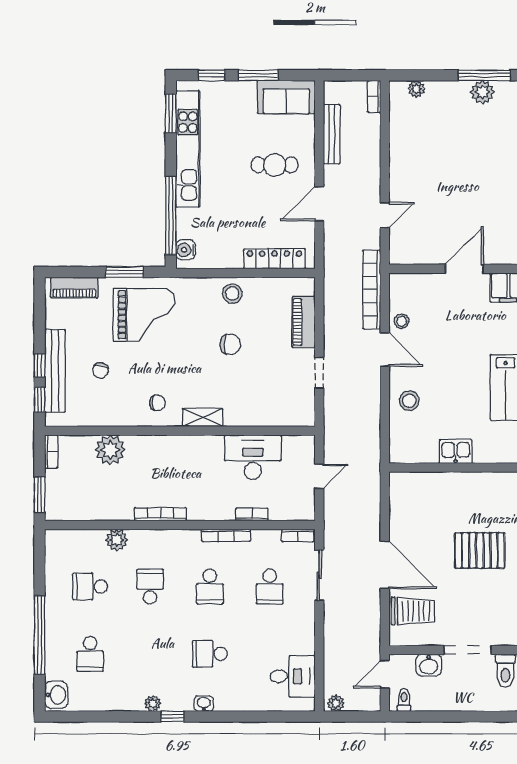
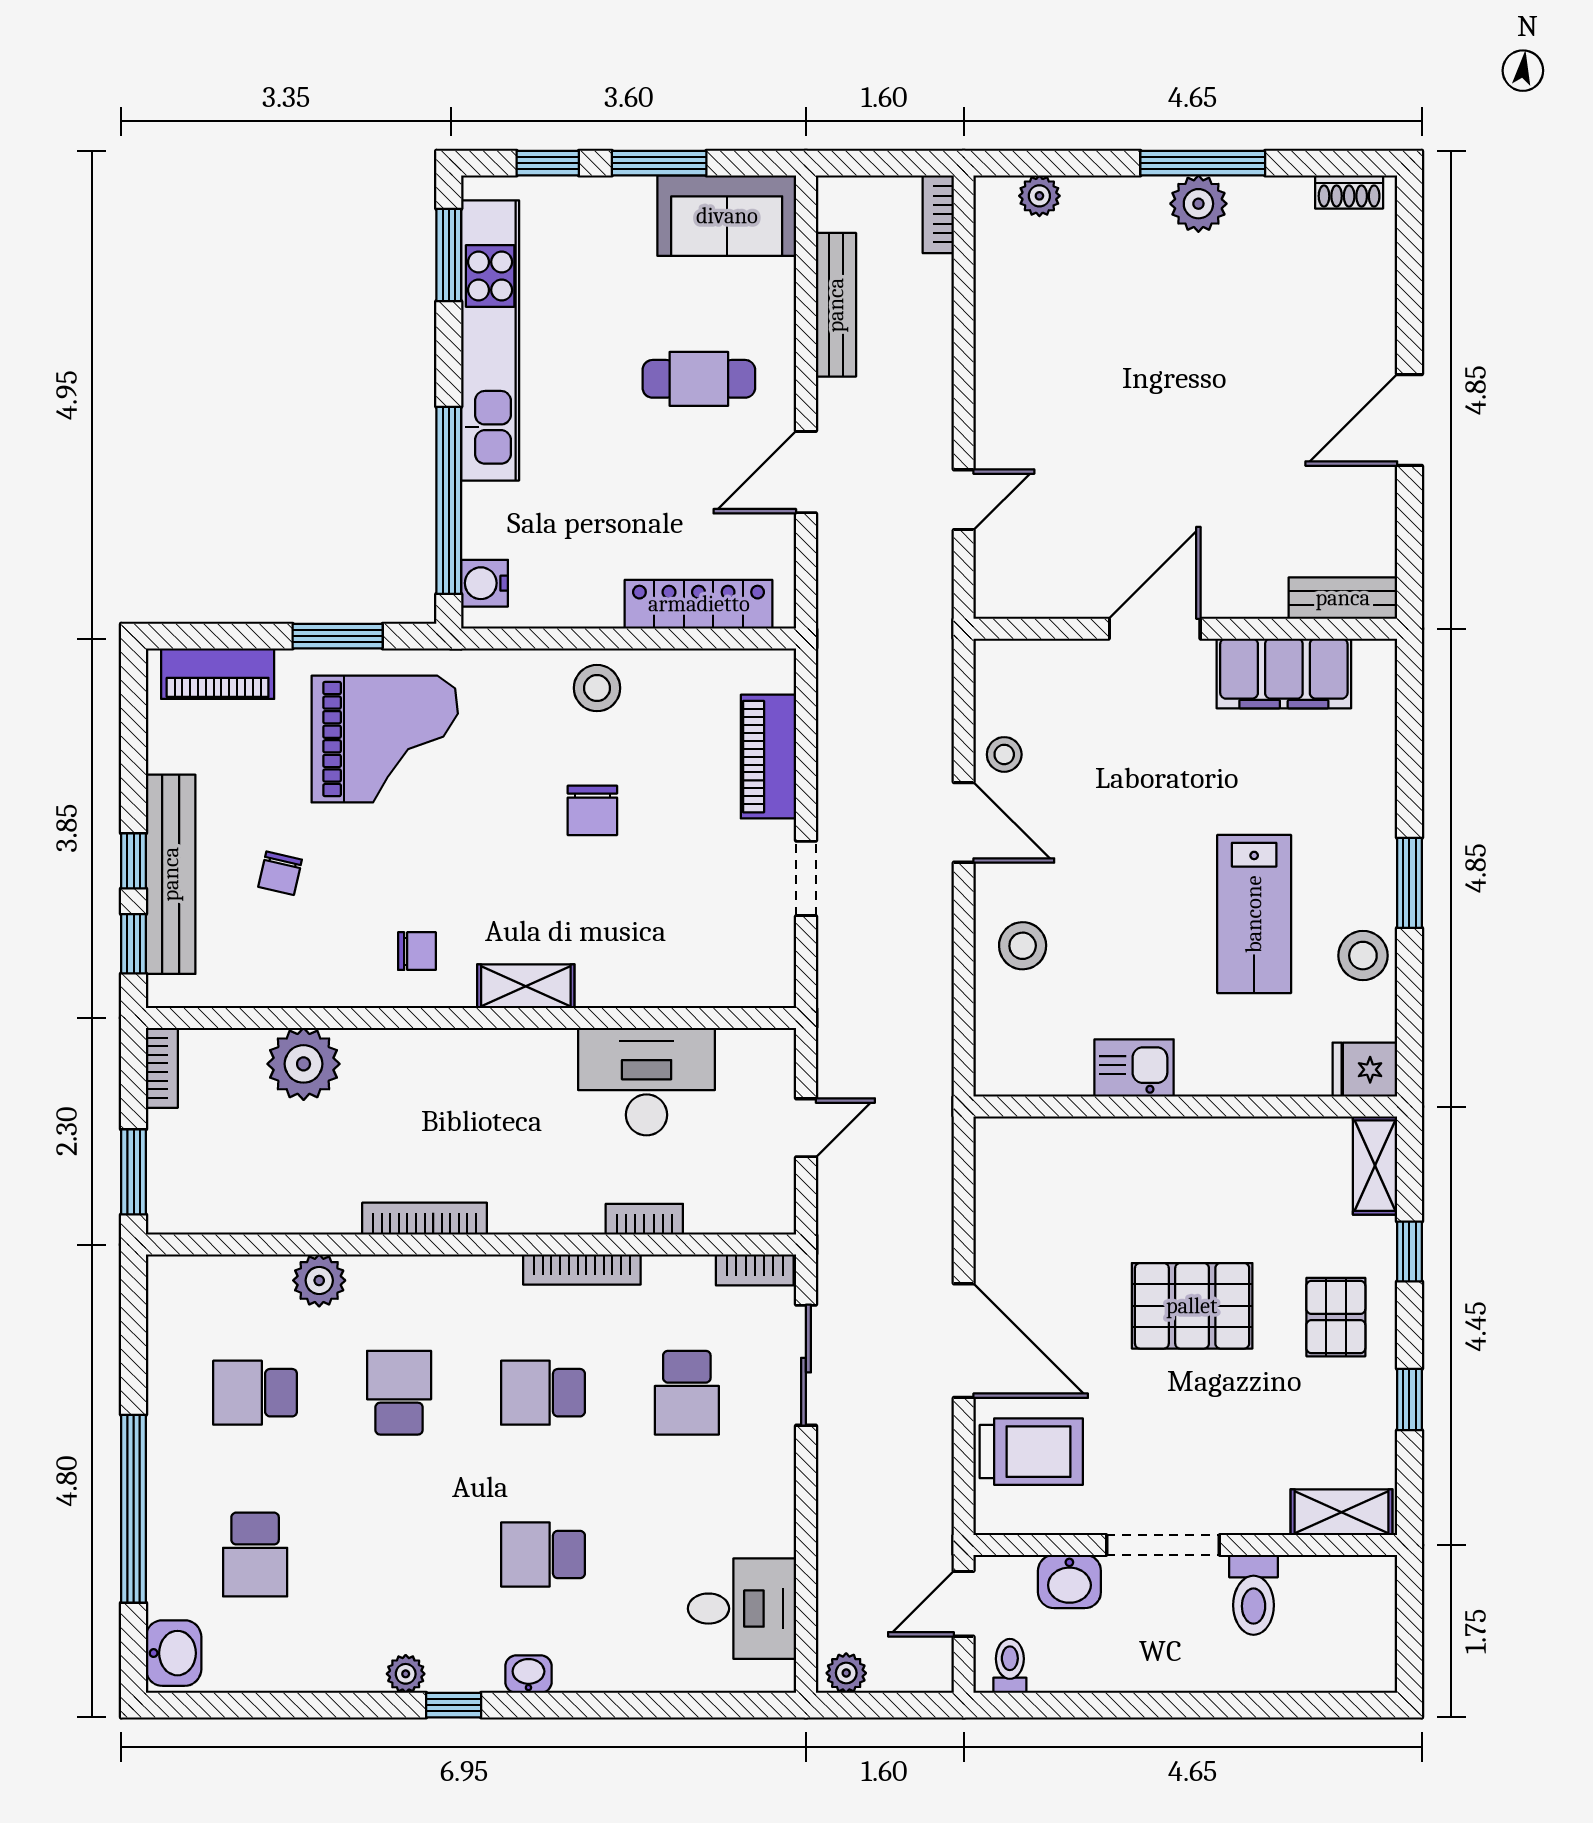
bookcase: (372, 290) -> (932, 679), removed
chair: (230, 344) -> (592, 810), turned 90
school desk: (210, 587) -> (543, 1393), turned 90

